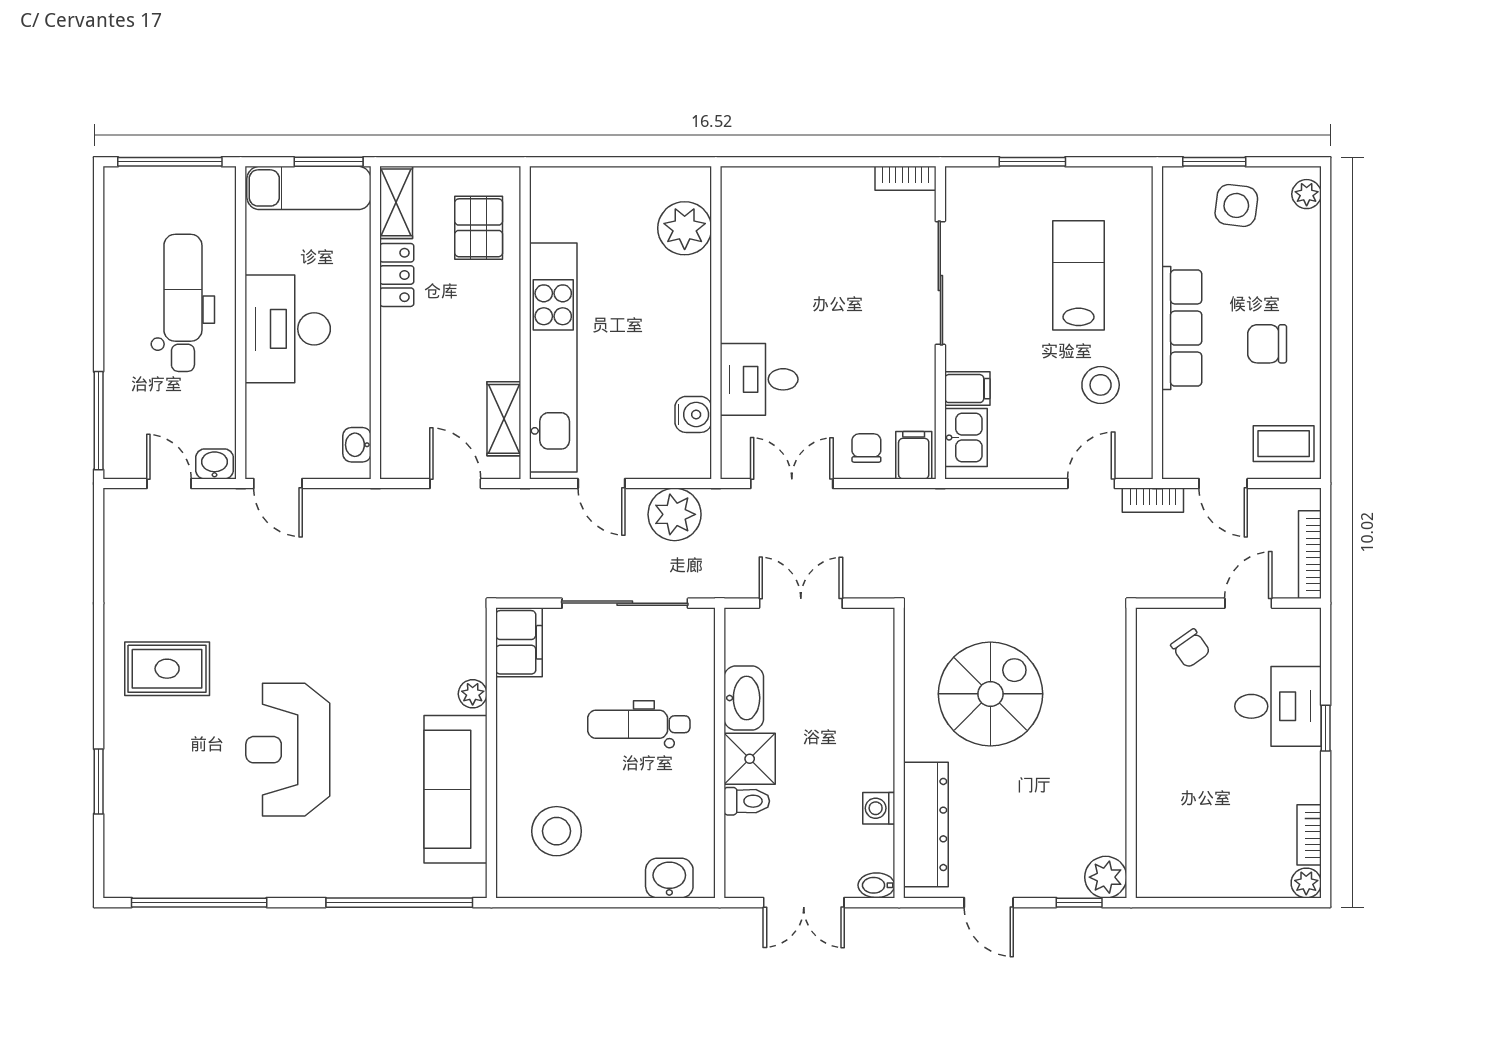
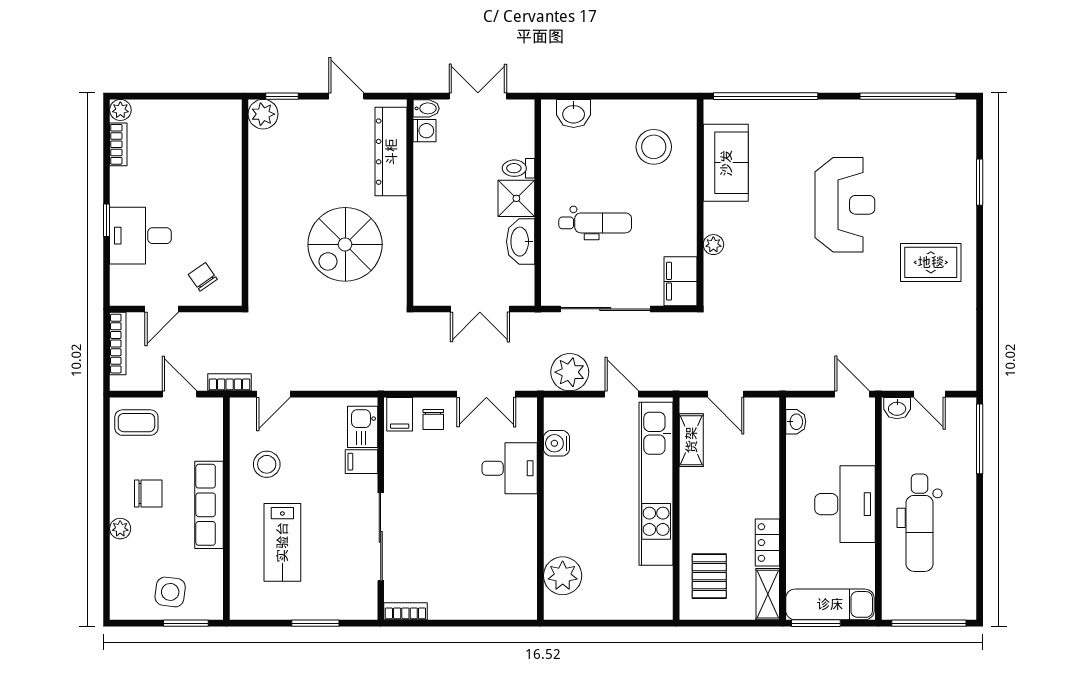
plant: (1307, 194) -> (120, 529), moved
sofa: (455, 789) -> (726, 163), width x0.73
washing machine: (879, 808) -> (424, 131), moved

